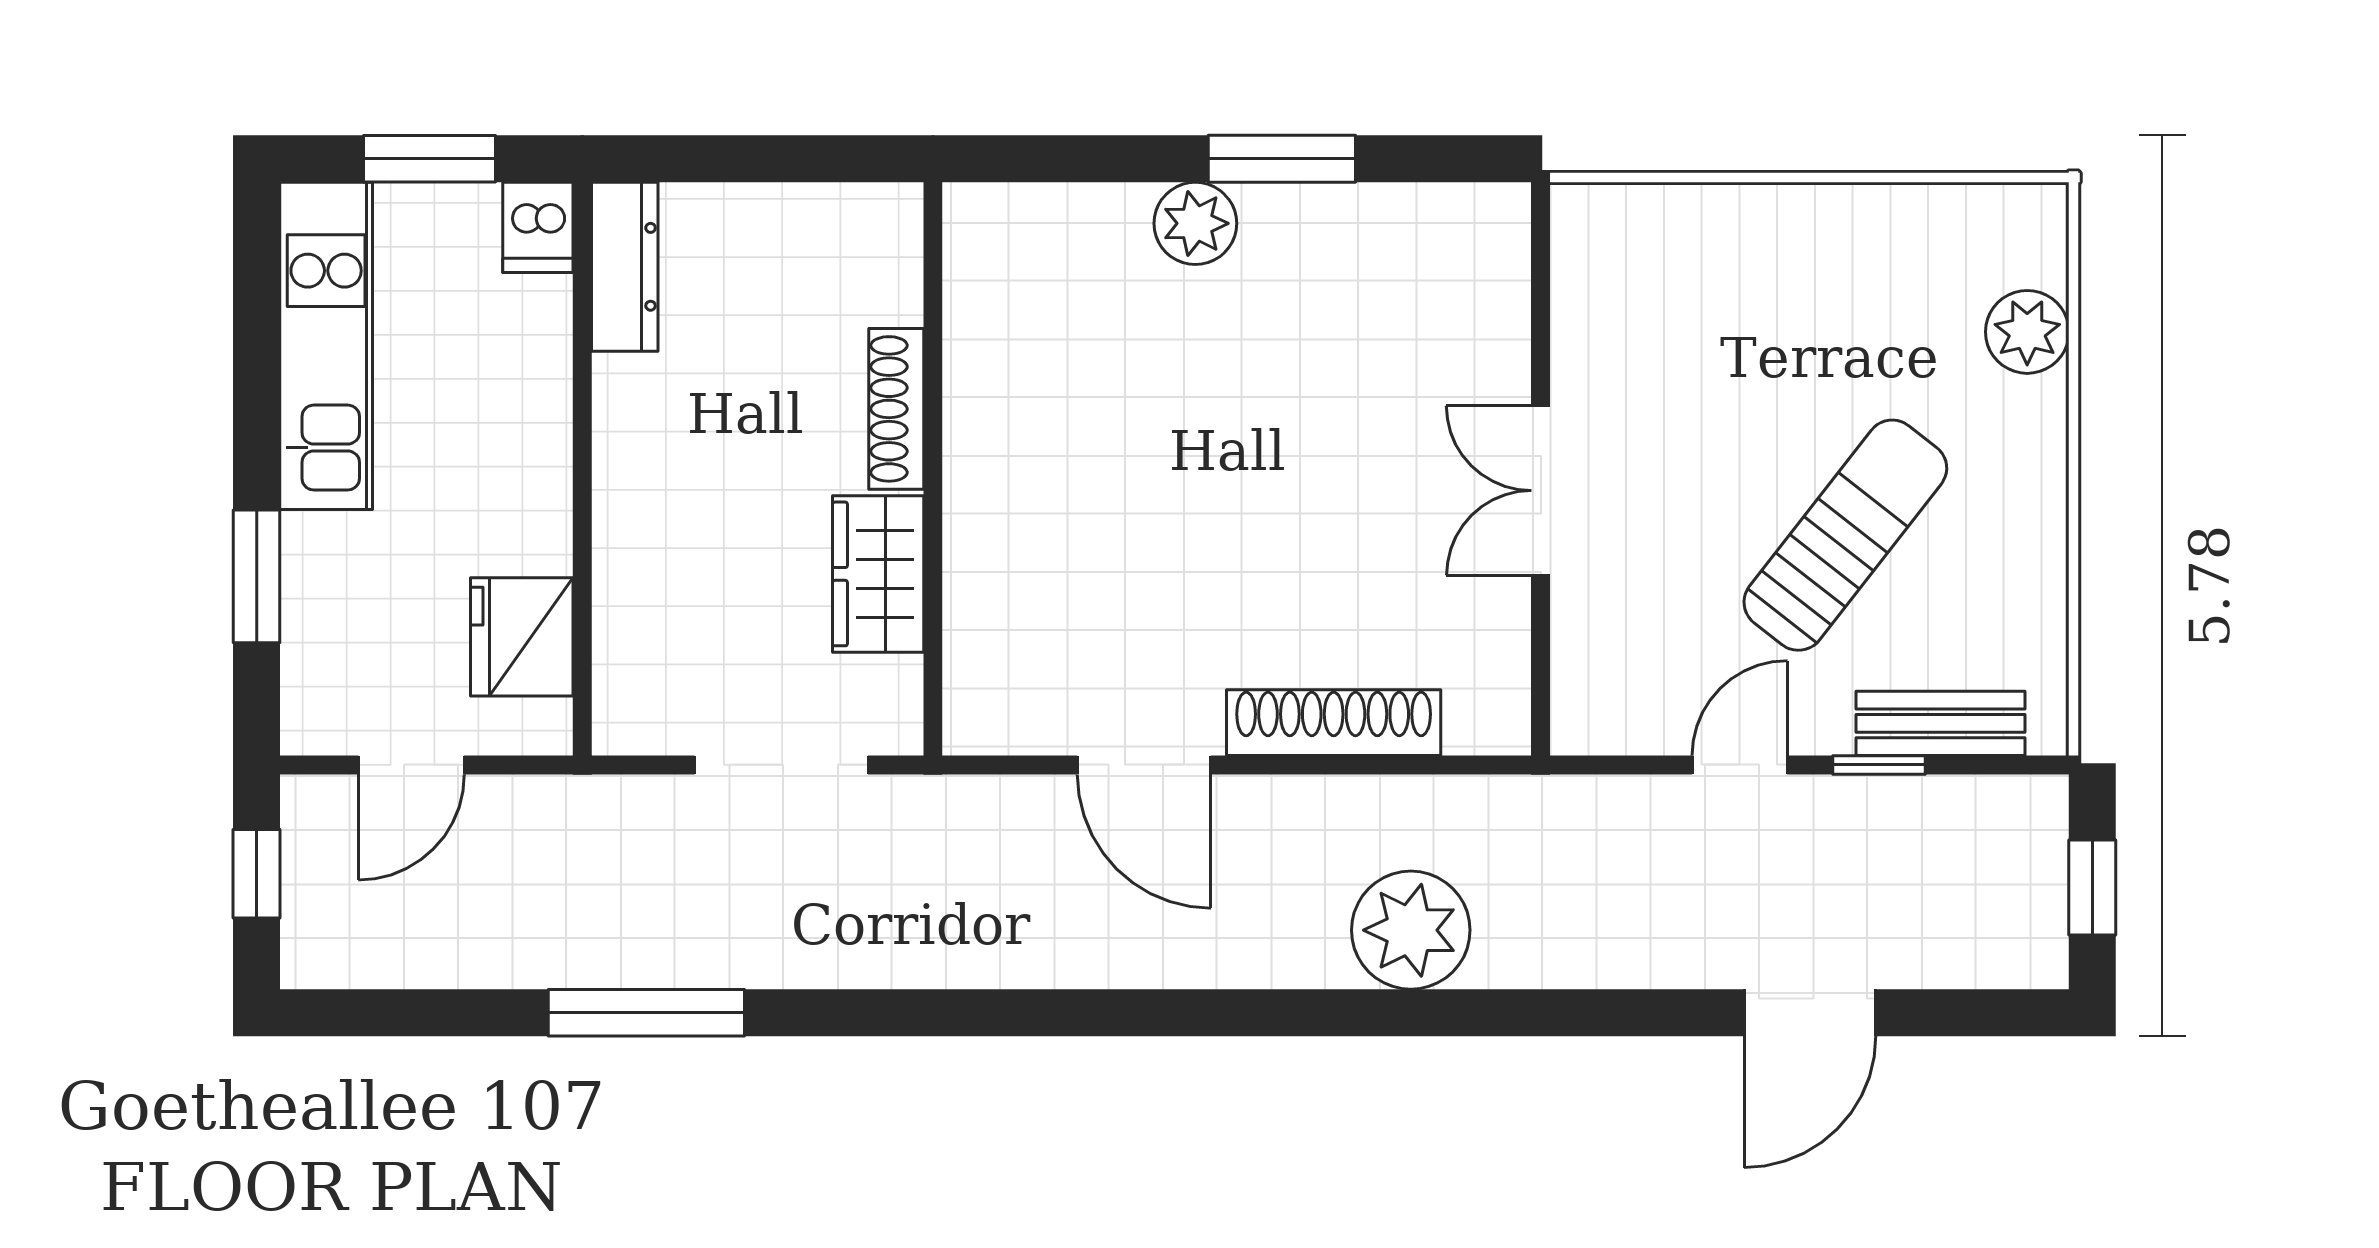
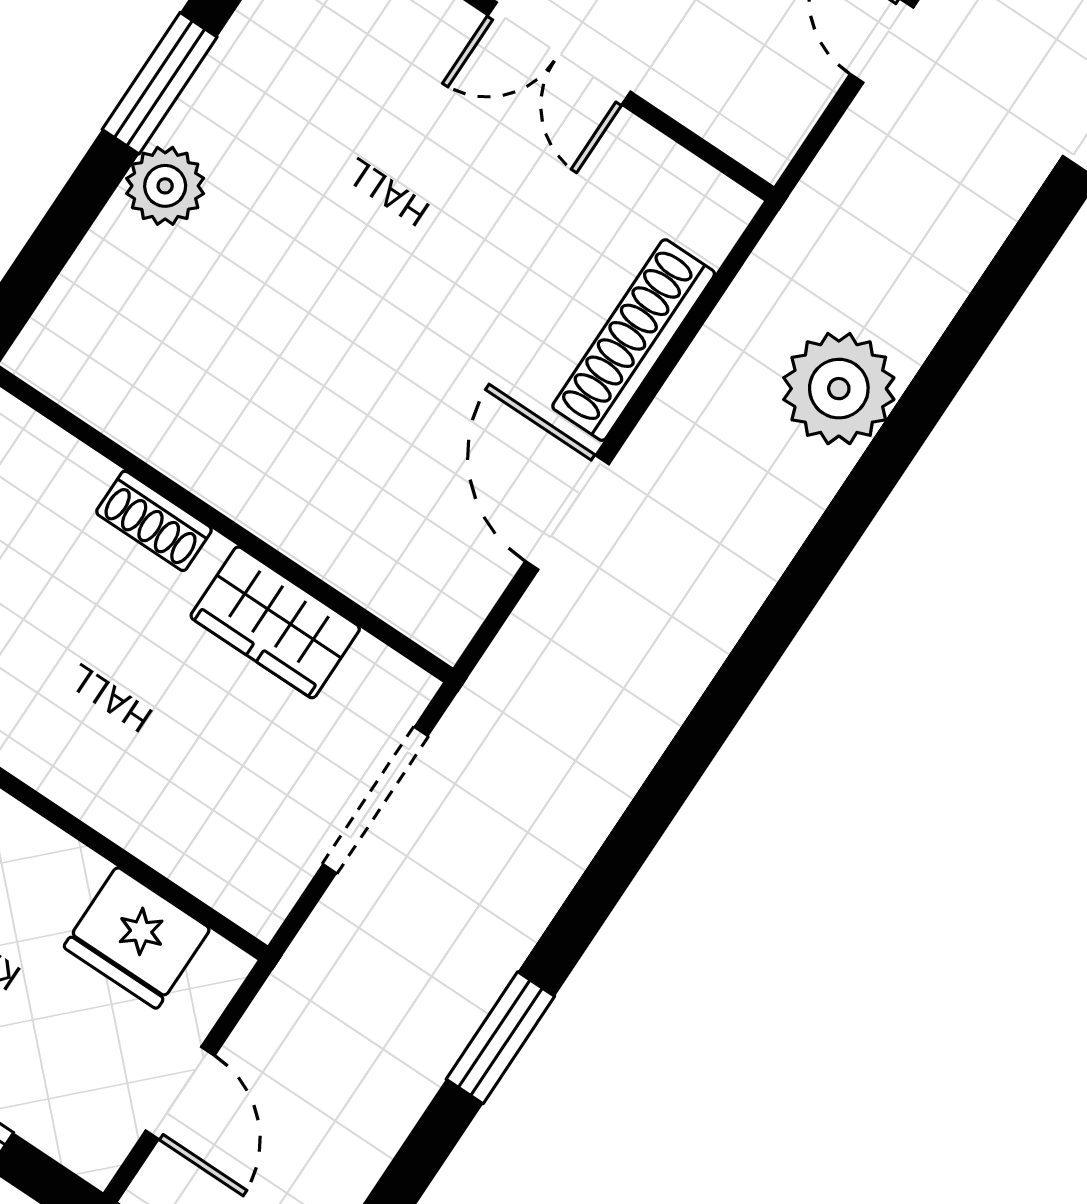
shoe rack: (896, 409) -> (154, 521), width x0.70
door: (1144, 765) -> (567, 513), swing flipped
window: (646, 1013) -> (500, 1038), width x0.69

